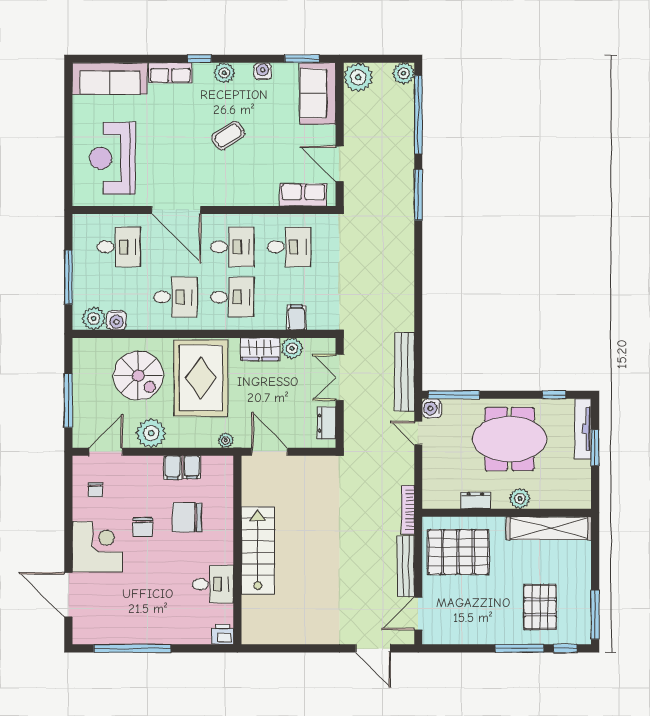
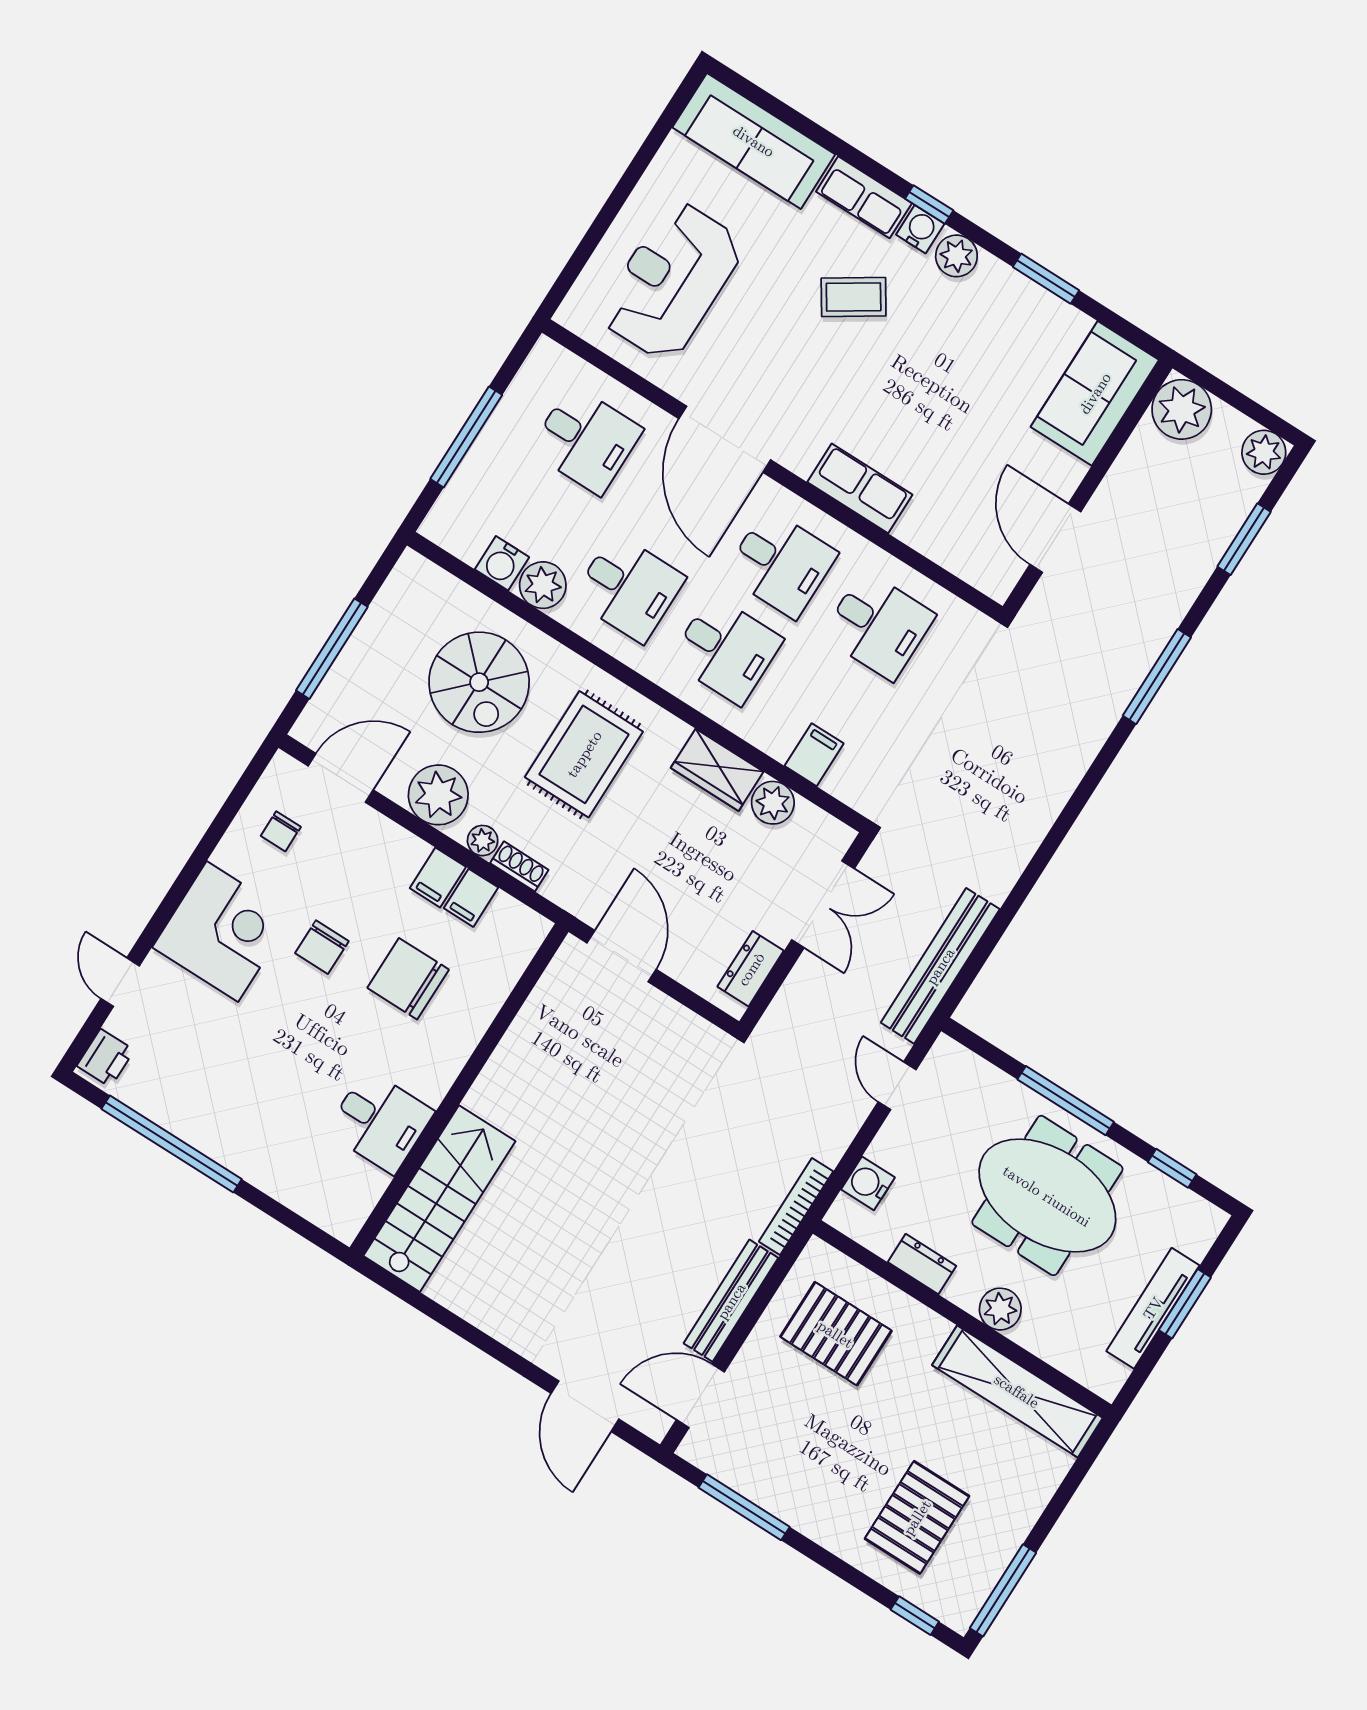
window: (302, 59) -> (1046, 279), moved
water cooler: (263, 71) -> (920, 229), moved
window: (418, 115) -> (1244, 539), width x0.47
coffee table: (228, 136) -> (854, 297), moved
row of seats: (303, 195) -> (860, 488), moved
plant: (94, 319) -> (543, 585), moved
double door: (340, 377) -> (823, 904), swing flipped
rug: (201, 378) -> (584, 754), width x0.73, depth x0.69
window: (454, 395) -> (1066, 1101), moved
water cooler: (432, 408) -> (868, 1183), moved
tv unit: (583, 429) -> (1153, 1308), moved
plant: (226, 440) -> (483, 841), moved
shoe rack: (204, 442) -> (519, 866), added
stairs: (258, 550) -> (439, 1199), moved
pallet: (458, 552) -> (836, 1334), width x0.73, depth x0.71
door: (68, 595) -> (120, 982), width x0.53
printer: (222, 634) -> (106, 1058), moved, turned 90
window: (519, 648) -> (744, 1507), moved

